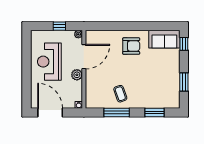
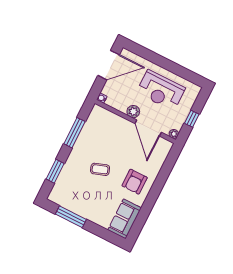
window: (184, 44) -> (110, 236), removed
reception desk: (49, 62) -> (161, 90), turned 180
window: (184, 82) -> (71, 217), width x1.44
coffee table: (120, 94) -> (100, 169), moved

